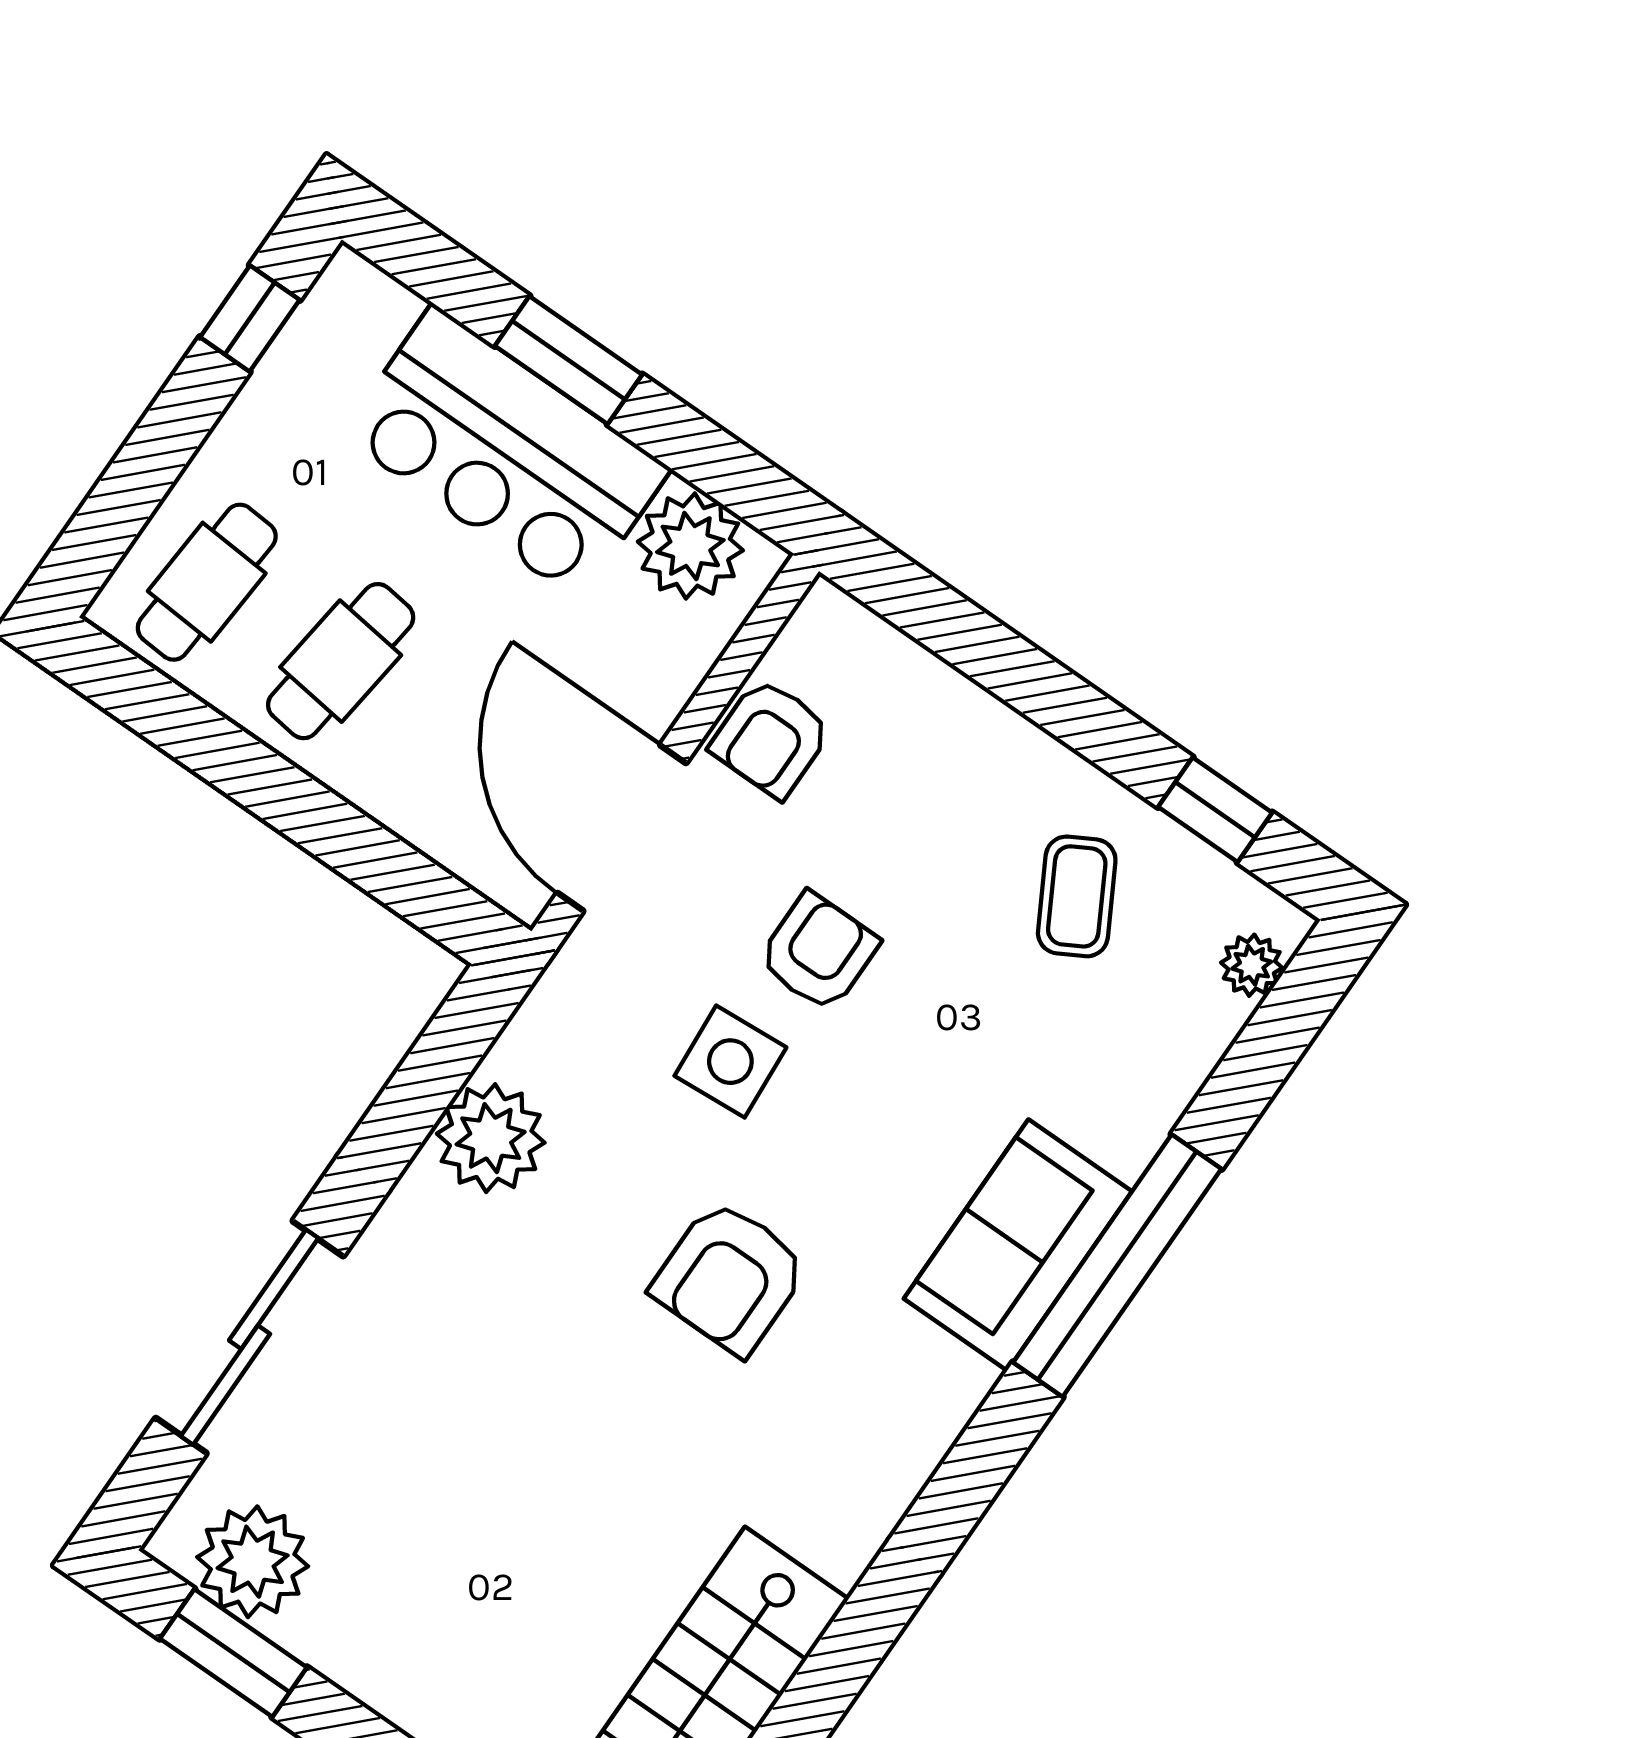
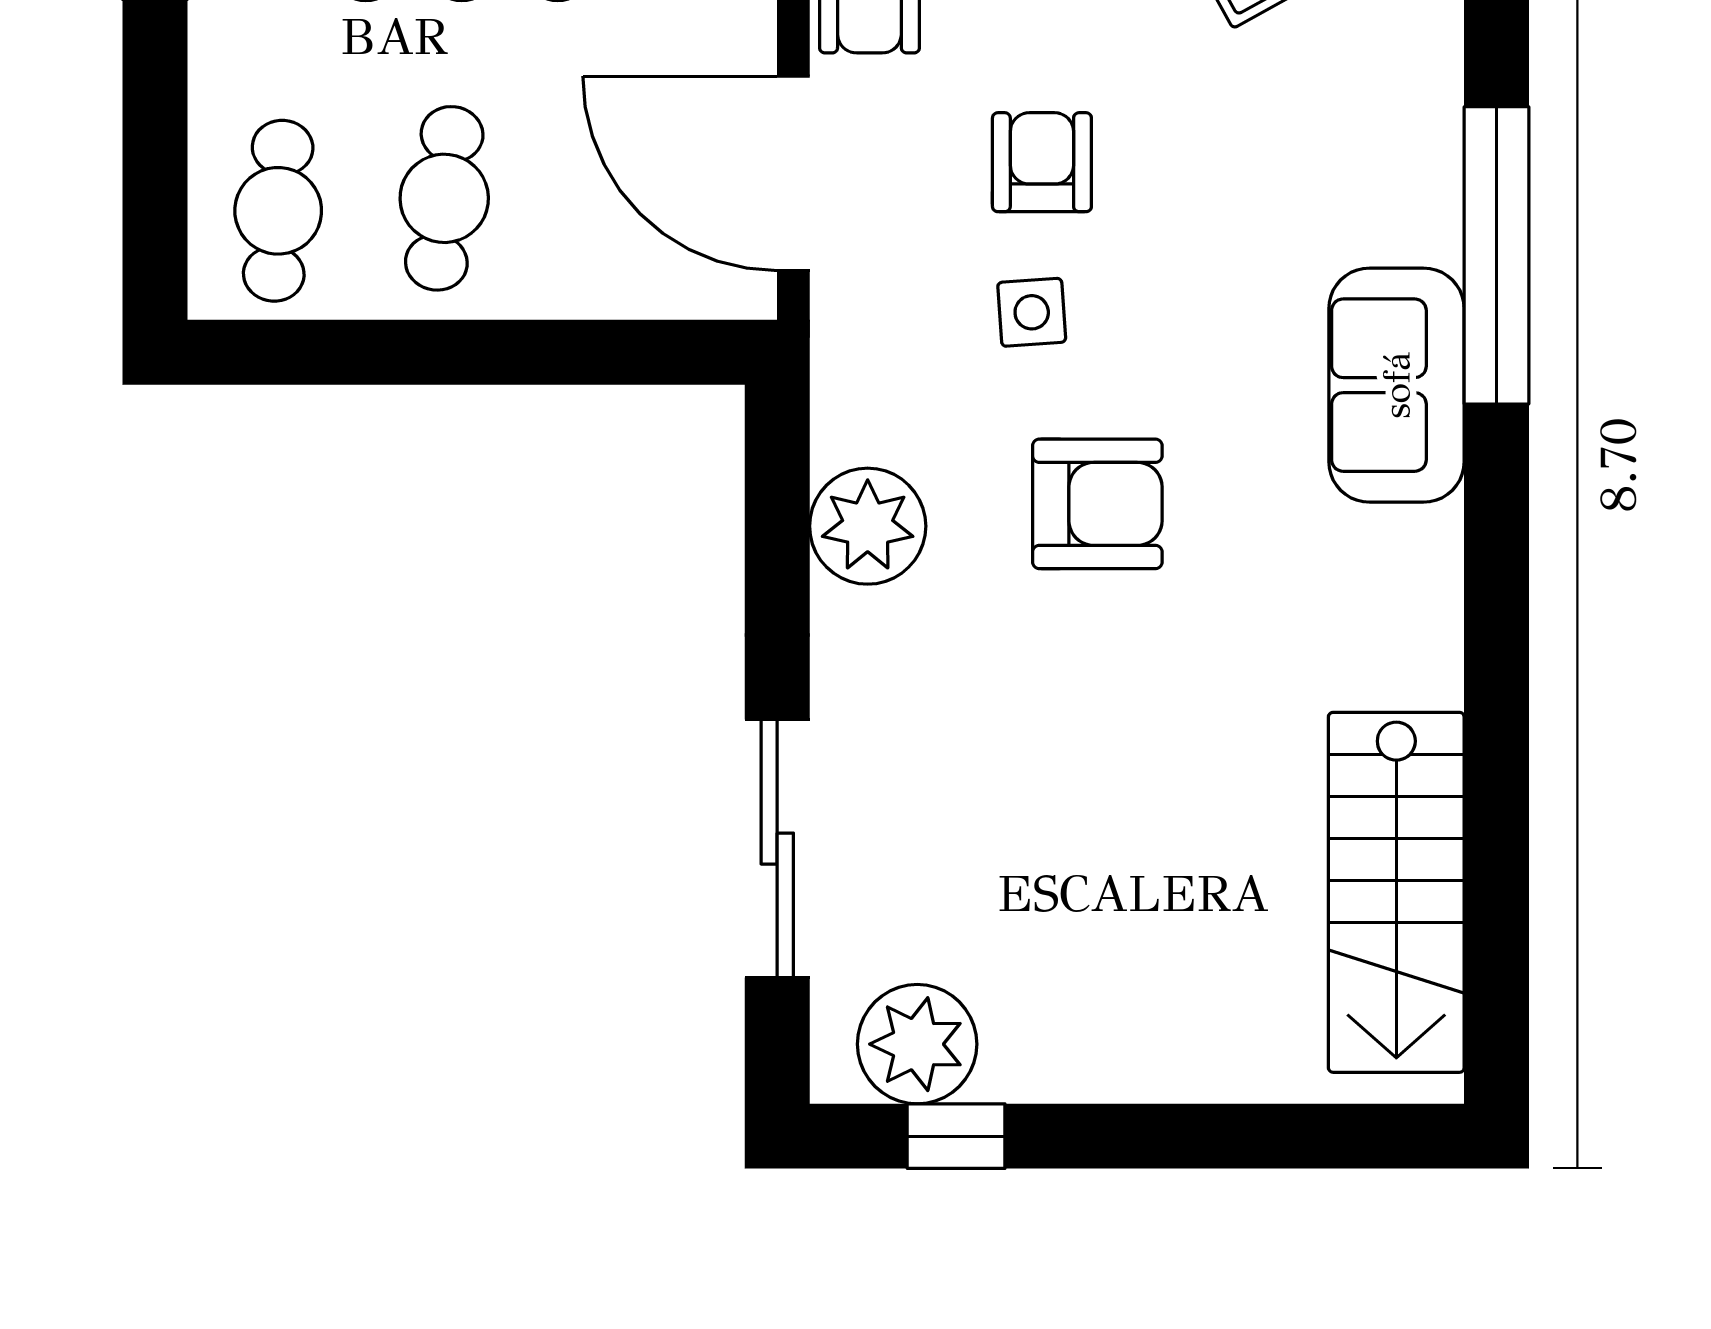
side table: (730, 1062) -> (1032, 312), width x0.73, depth x0.73
sofa: (1018, 1245) -> (1397, 385), moved
armchair: (730, 1277) -> (1097, 504), moved, turned -90
window: (233, 1653) -> (956, 1136), width x0.67

